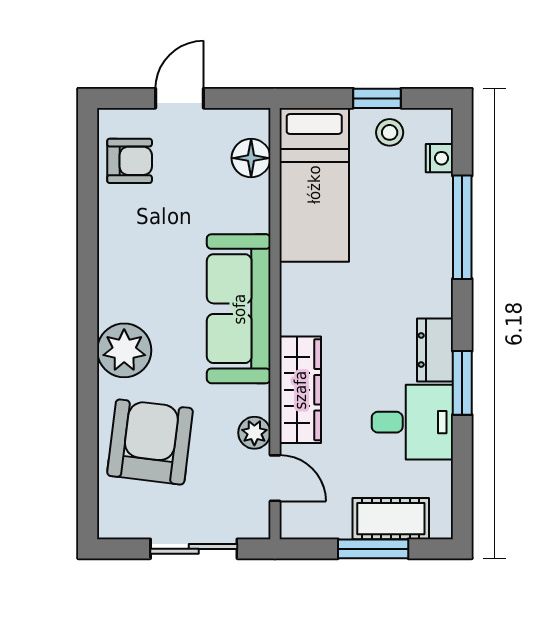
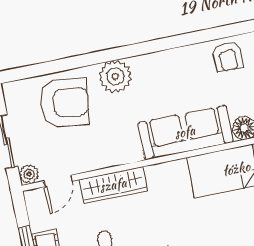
sofa: (239, 309) -> (185, 132), moved
plant: (254, 433) -> (29, 174), moved

